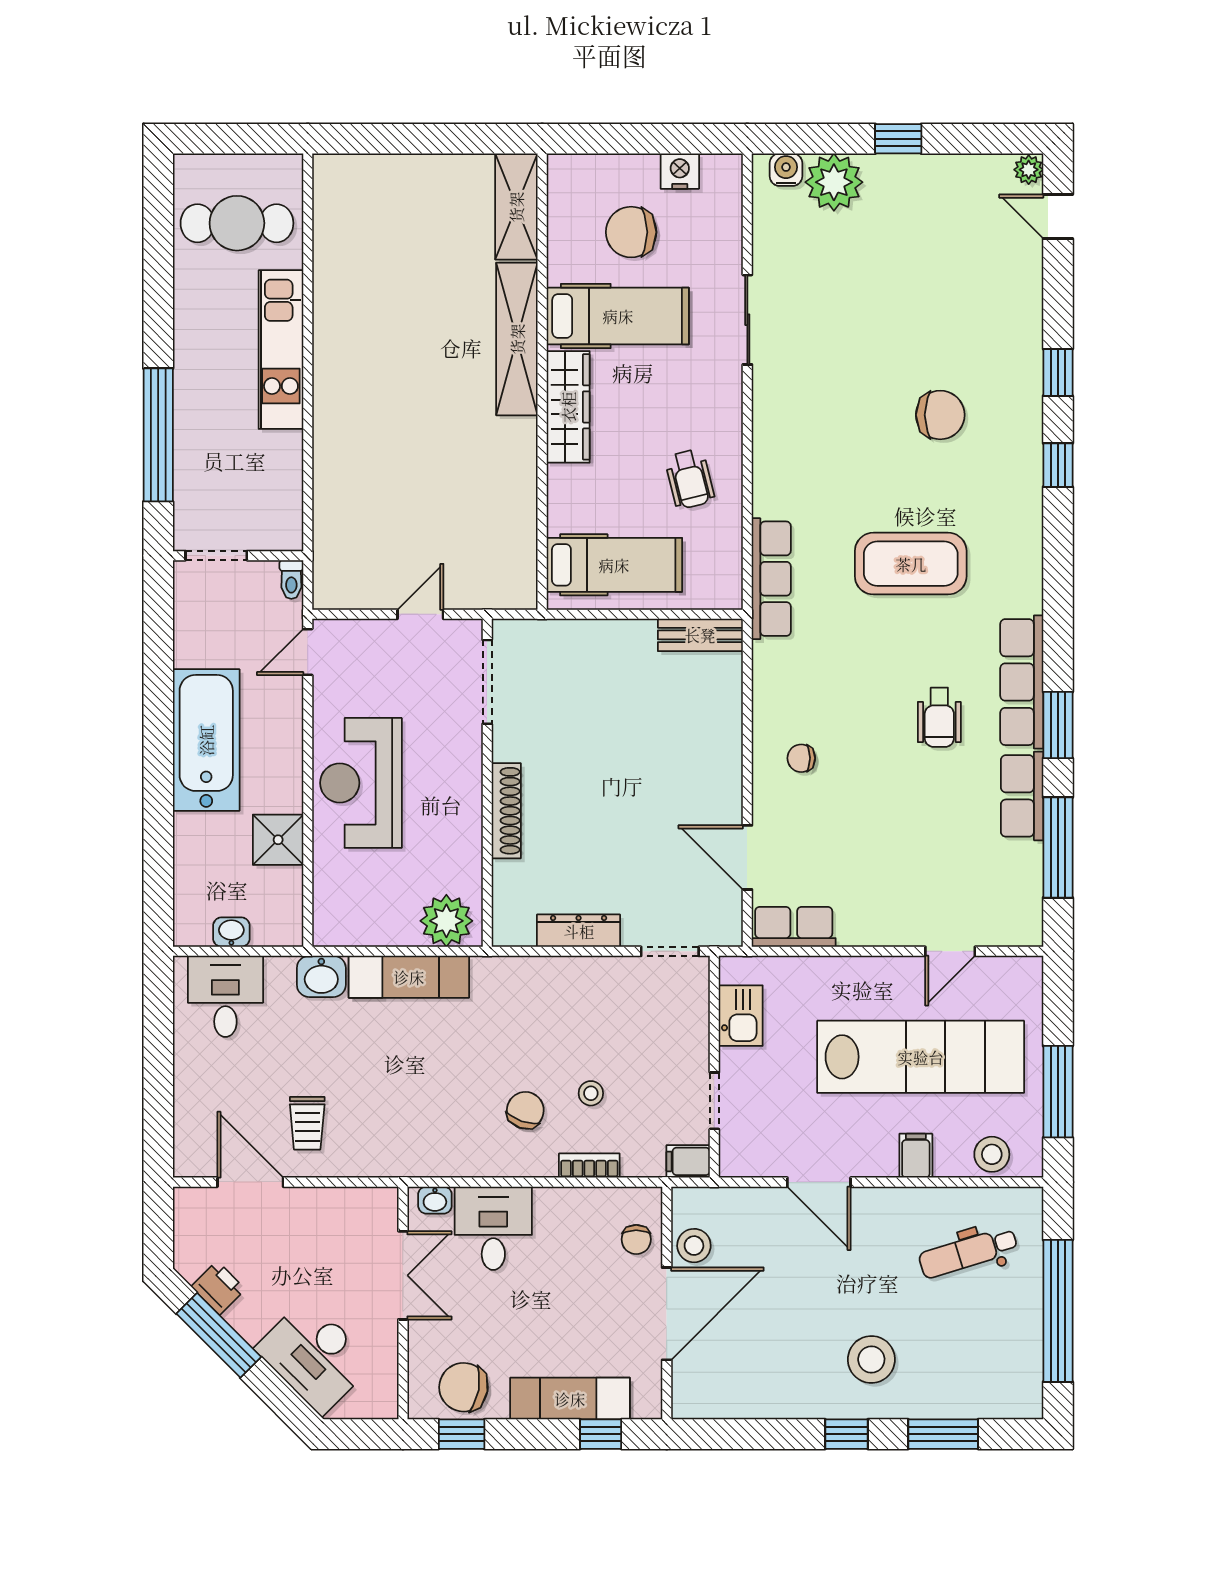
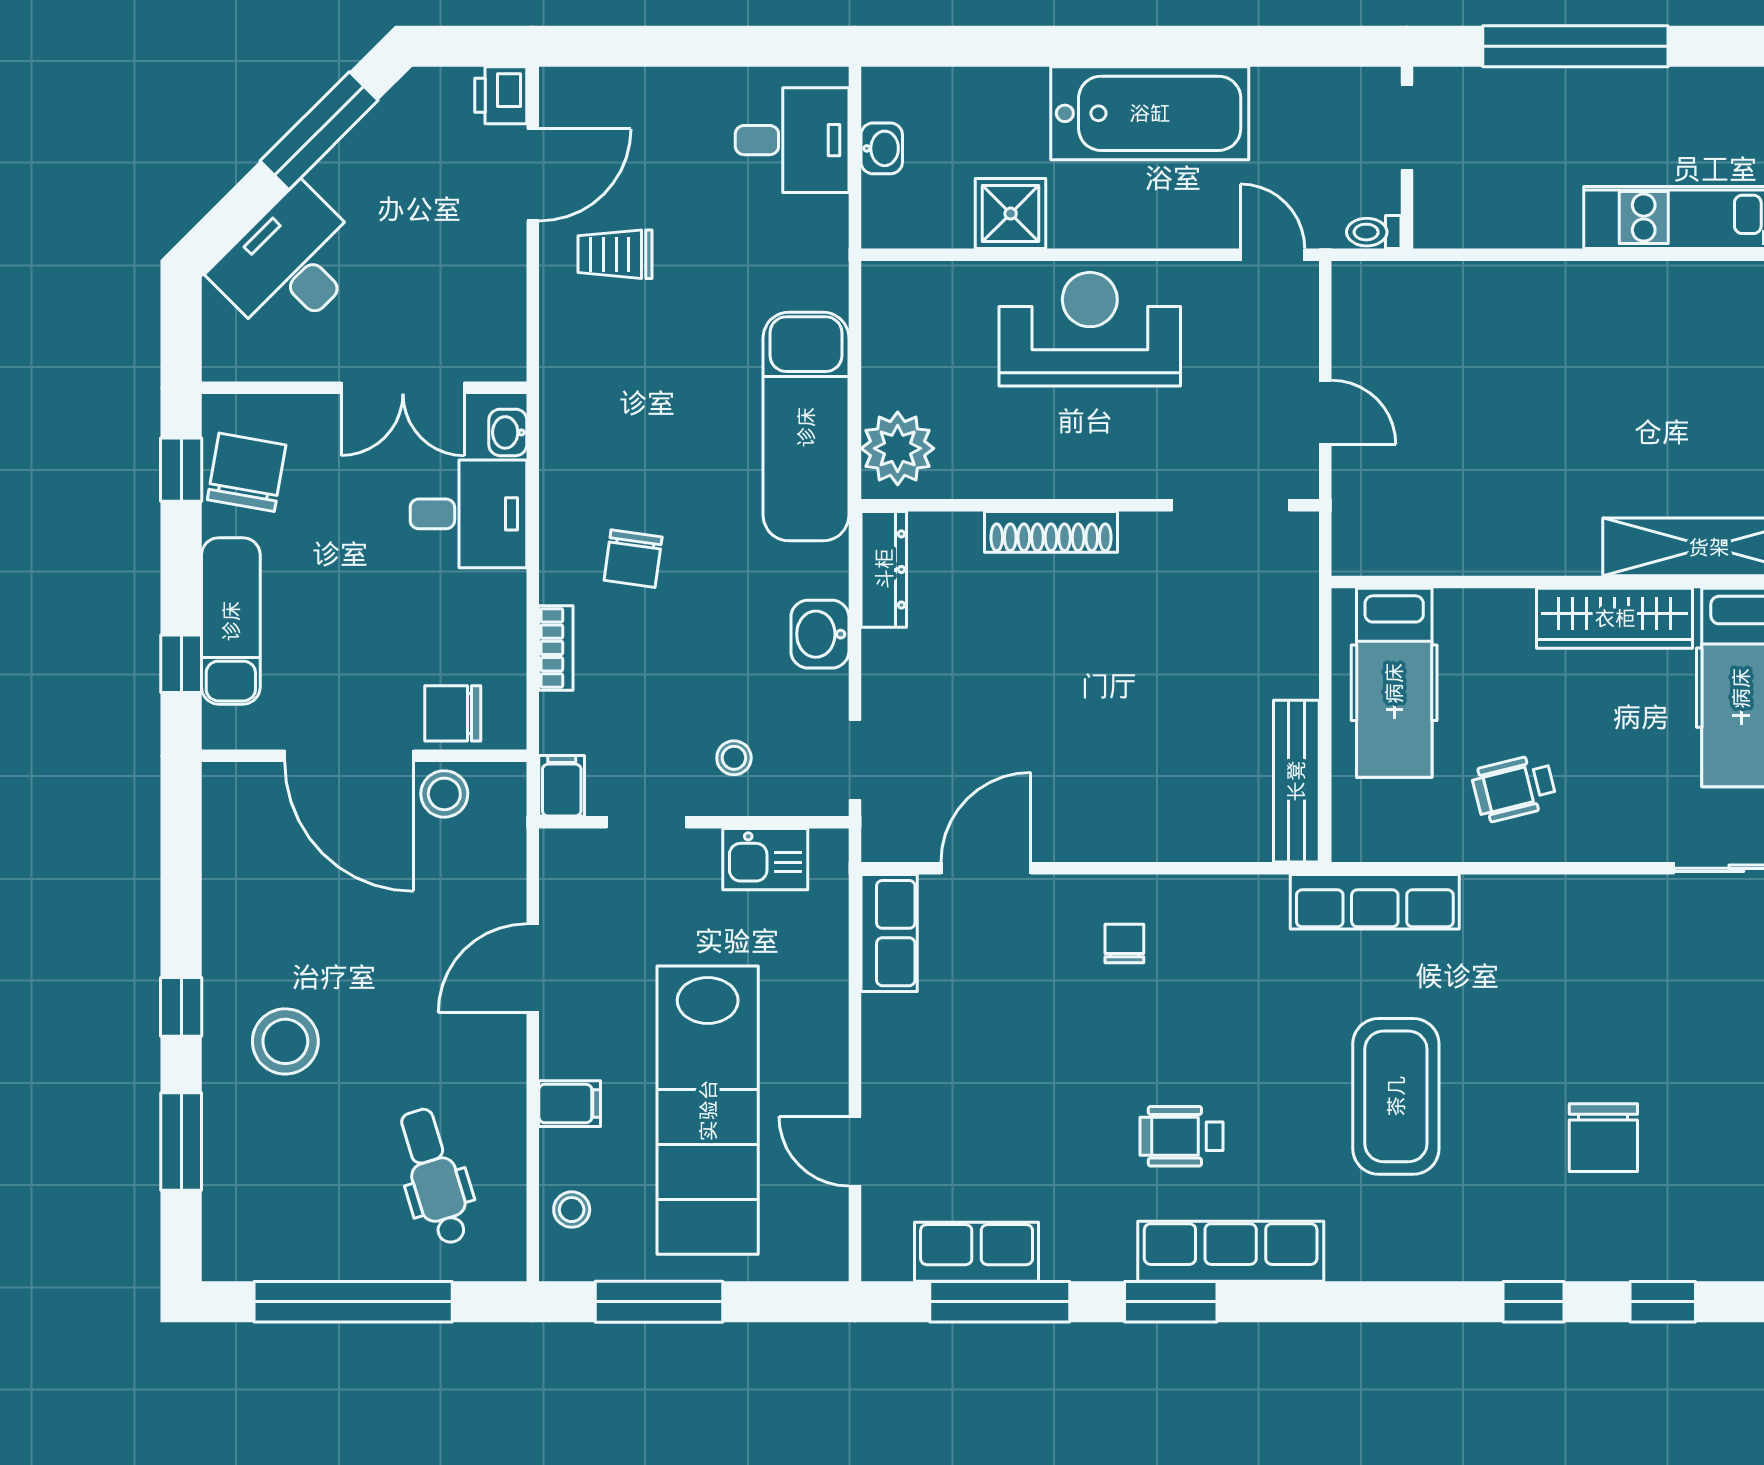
bench: (700, 635) -> (1296, 781), width x1.36
row of seats: (1022, 796) -> (977, 1252), moved
dresser: (579, 931) -> (884, 569), moved
washbasin: (321, 976) -> (820, 634), moved
exam couch: (409, 977) -> (806, 427), width x1.36, depth x1.45
stool: (591, 1093) -> (734, 758), moved
chair: (525, 1110) -> (633, 559), turned 79
stool: (992, 1154) -> (572, 1210), width x0.73, depth x0.73
chair: (636, 1239) -> (453, 713), width x1.37, depth x1.37
printer: (218, 1288) -> (501, 95), moved, turned 135

